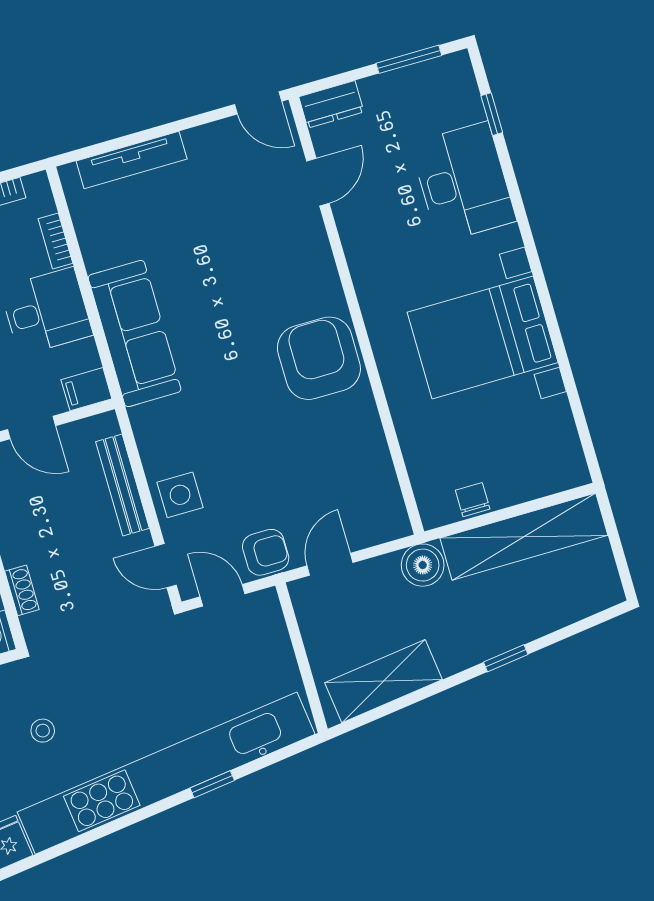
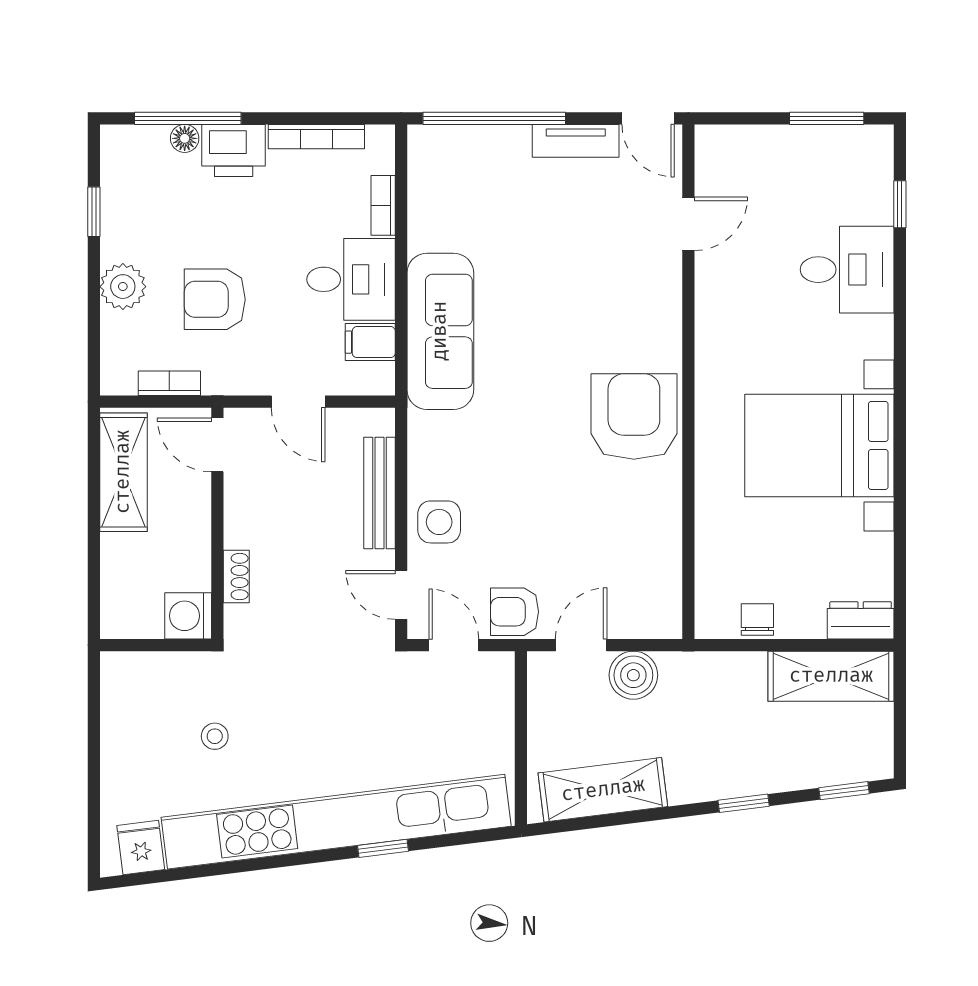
dresser: (331, 104) -> (861, 620), moved, turned 180
window: (128, 140) -> (494, 118), added
tv unit: (132, 160) -> (576, 141), moved, width x0.71
desk: (463, 182) -> (847, 270), width x0.73
filing cabinet: (86, 389) -> (370, 342), moved
shelving: (524, 537) -> (831, 676), width x0.68
armchair: (266, 552) -> (515, 612), turned 180
boiler: (423, 565) -> (633, 675), moved
window: (588, 623) -> (844, 791), added

